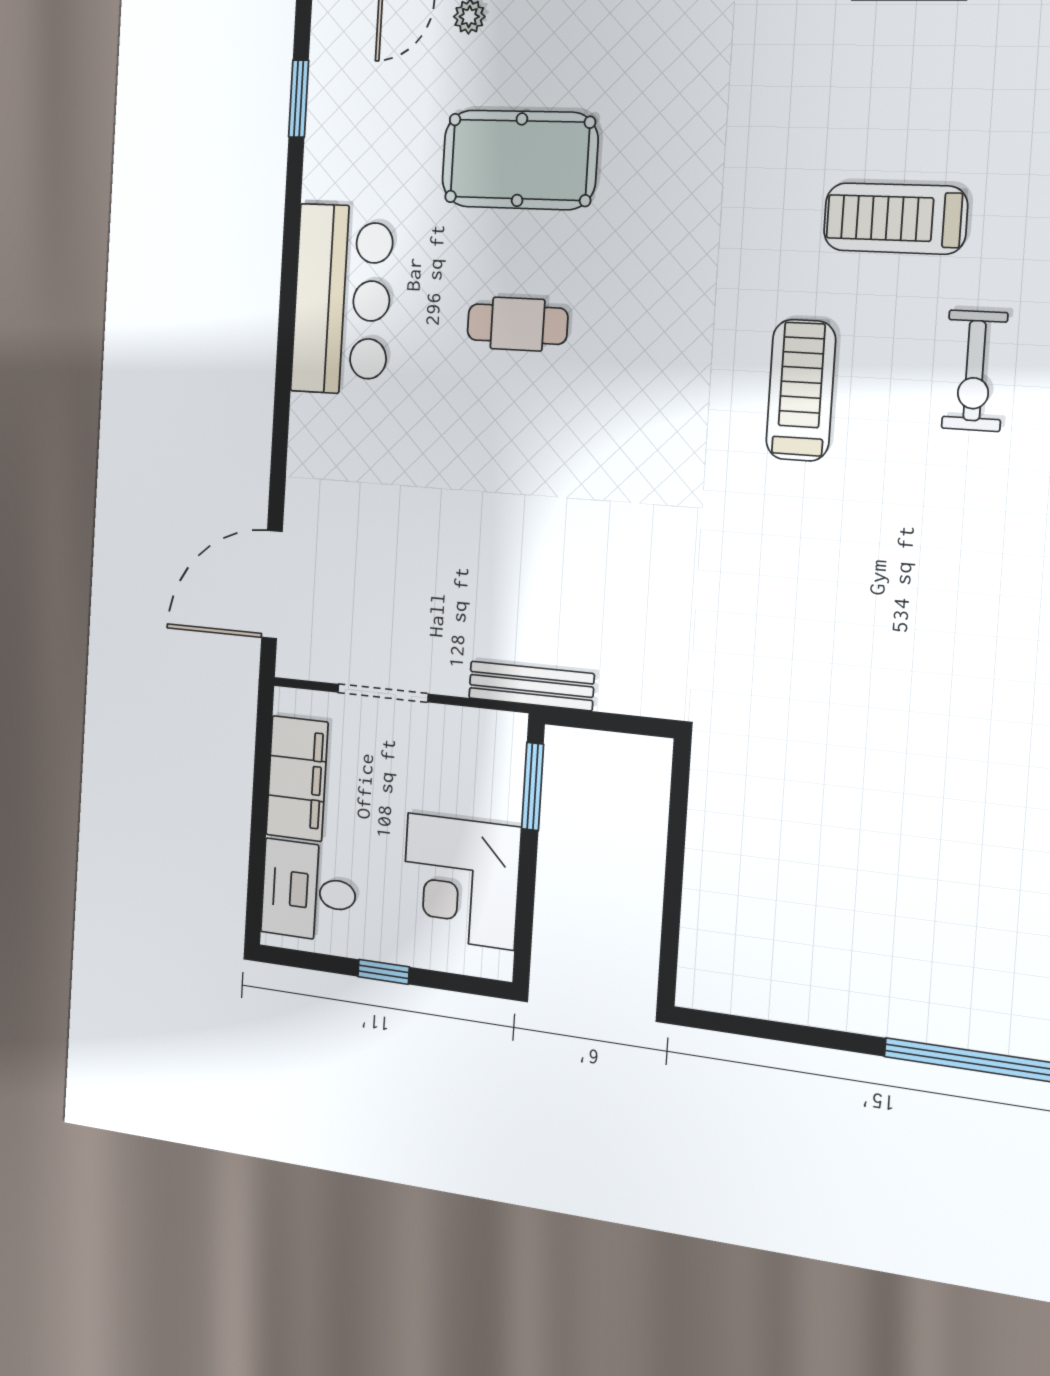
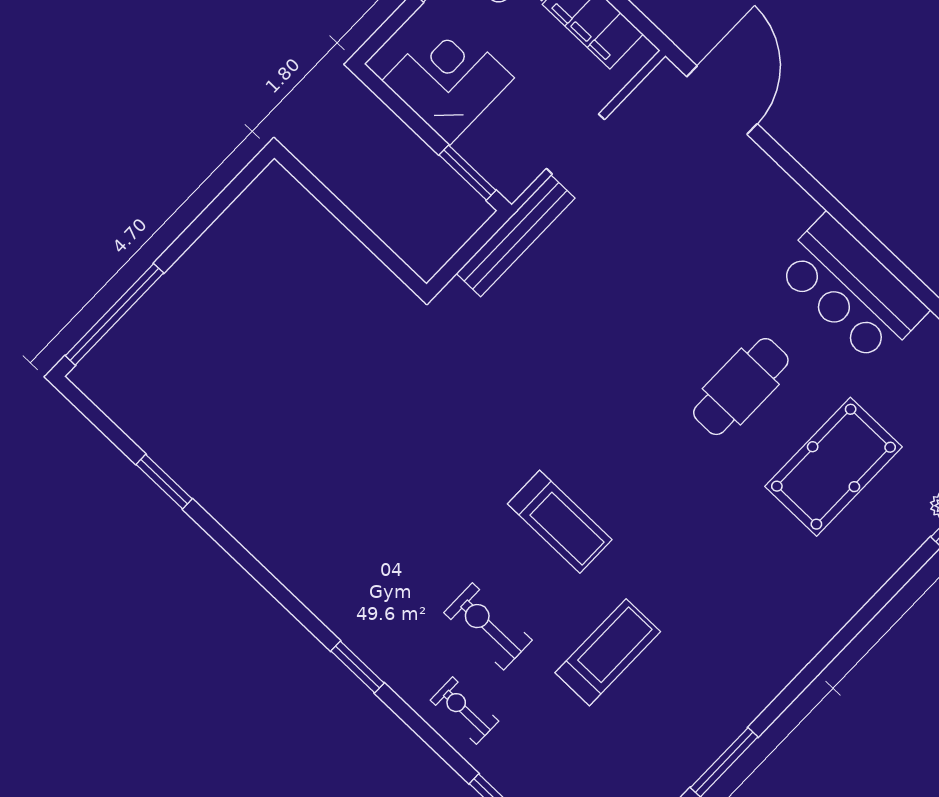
cafe table: (517, 324) -> (741, 387), width x1.37, depth x1.35
bench: (531, 686) -> (516, 236), width x1.37, depth x1.21
doorway: (383, 693) -> (575, 144), moved

